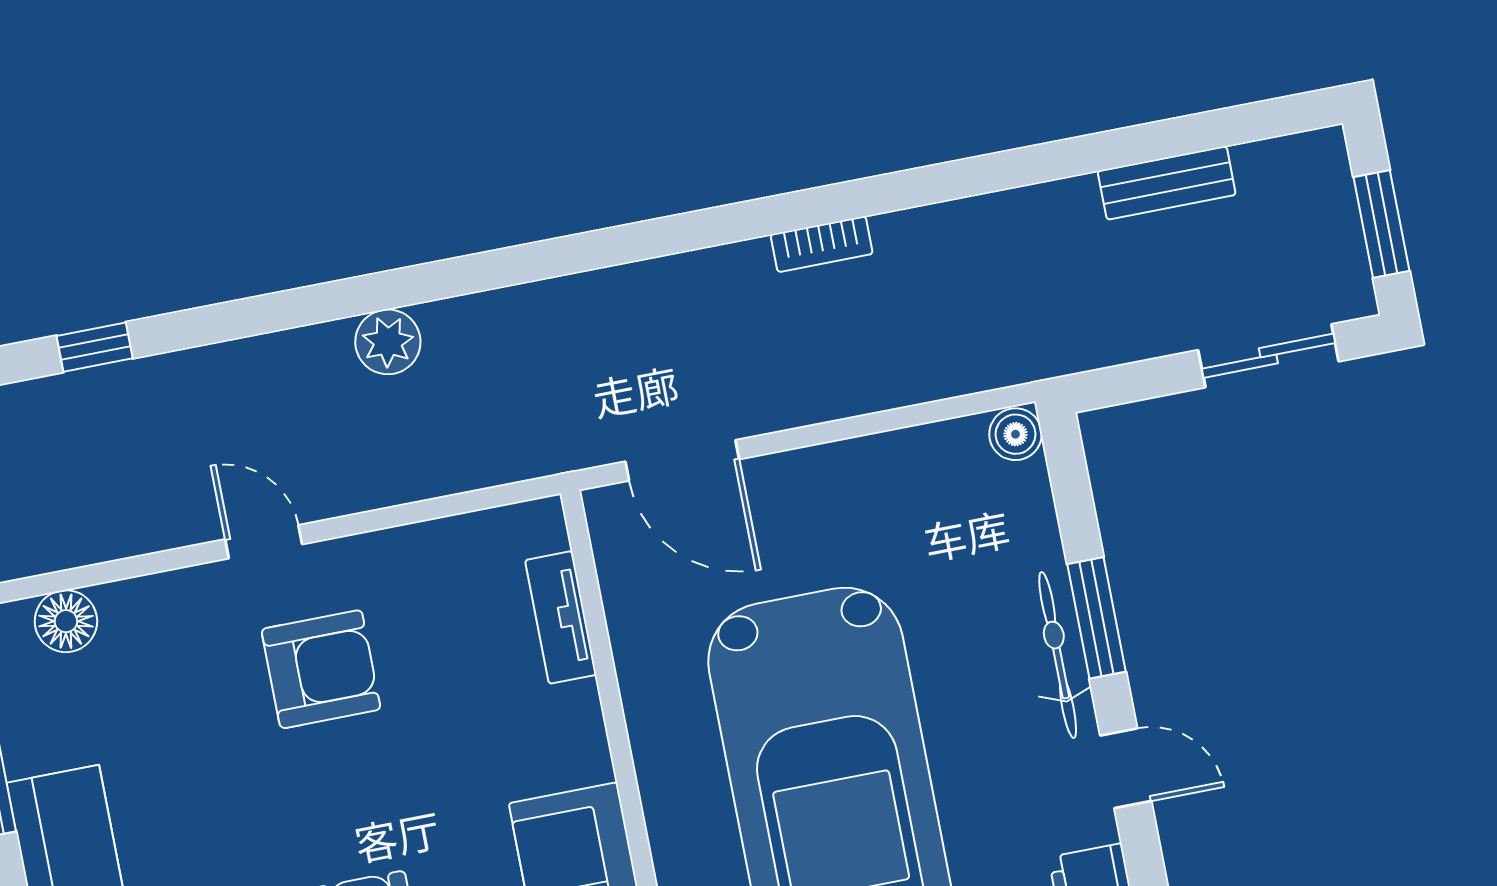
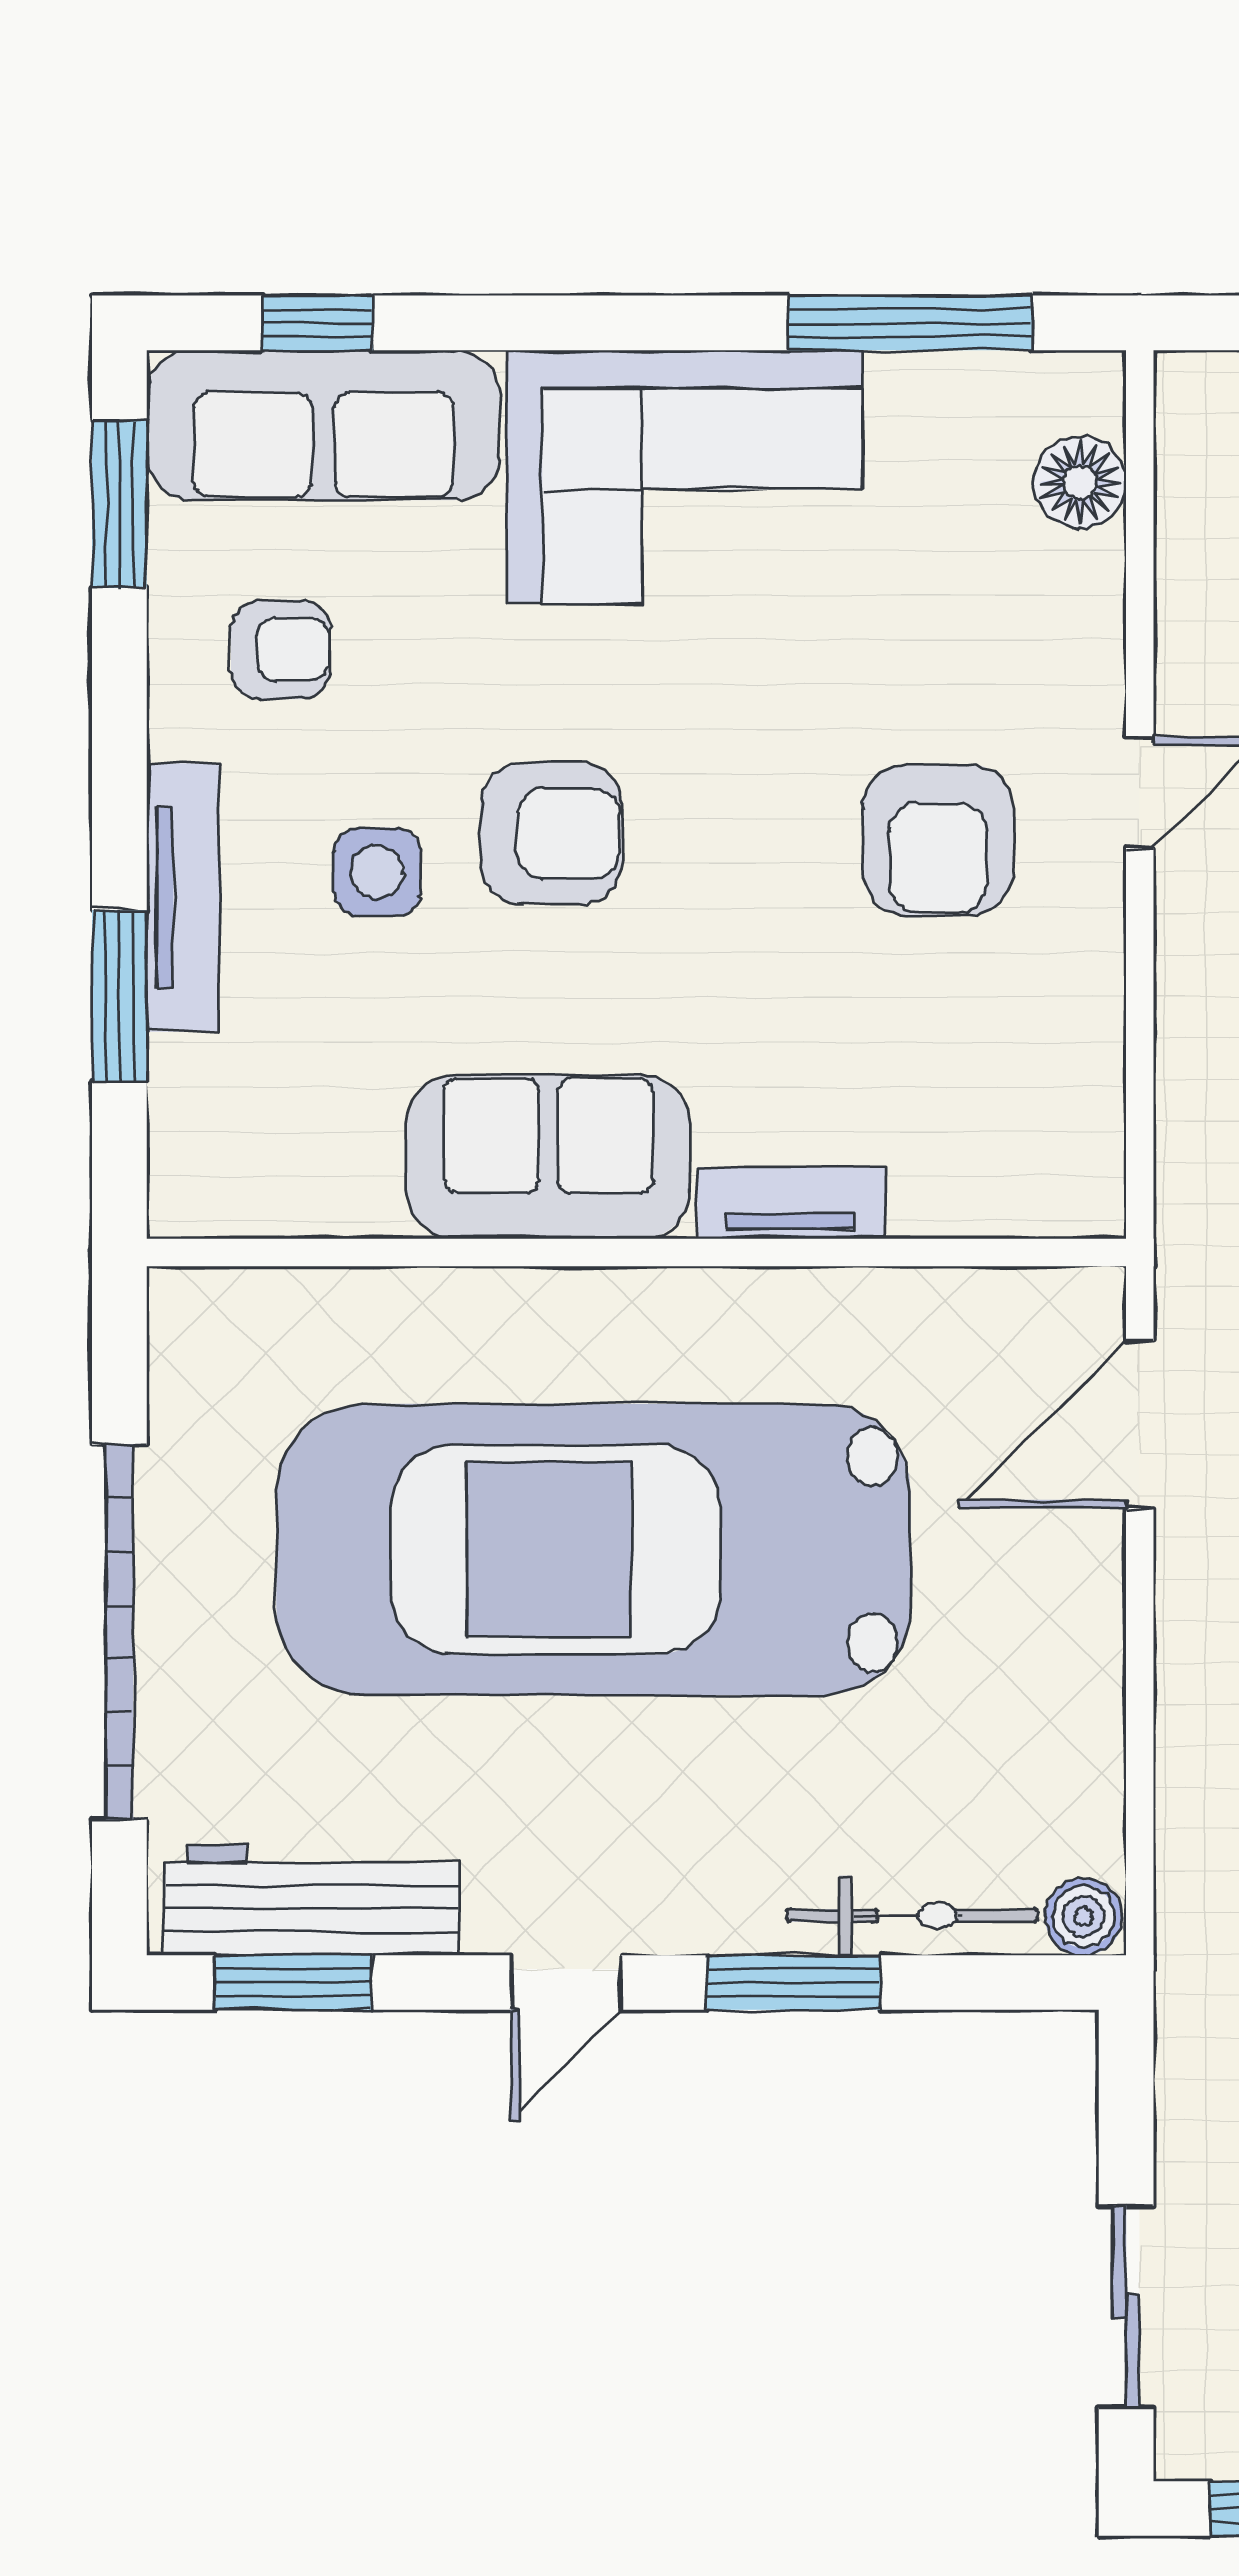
tv unit: (561, 617) -> (791, 1203), moved
bicycle: (1058, 655) -> (912, 1915), moved

